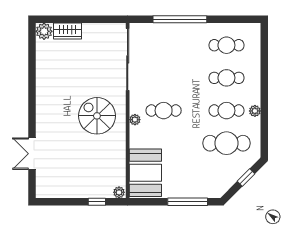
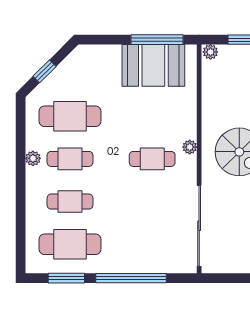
window: (229, 19) -> (66, 278), added
cafe table: (226, 45) -> (70, 244), width x1.37, depth x1.35
booth: (145, 173) -> (153, 65), moved, turned 90
window: (188, 202) -> (157, 40), moved

